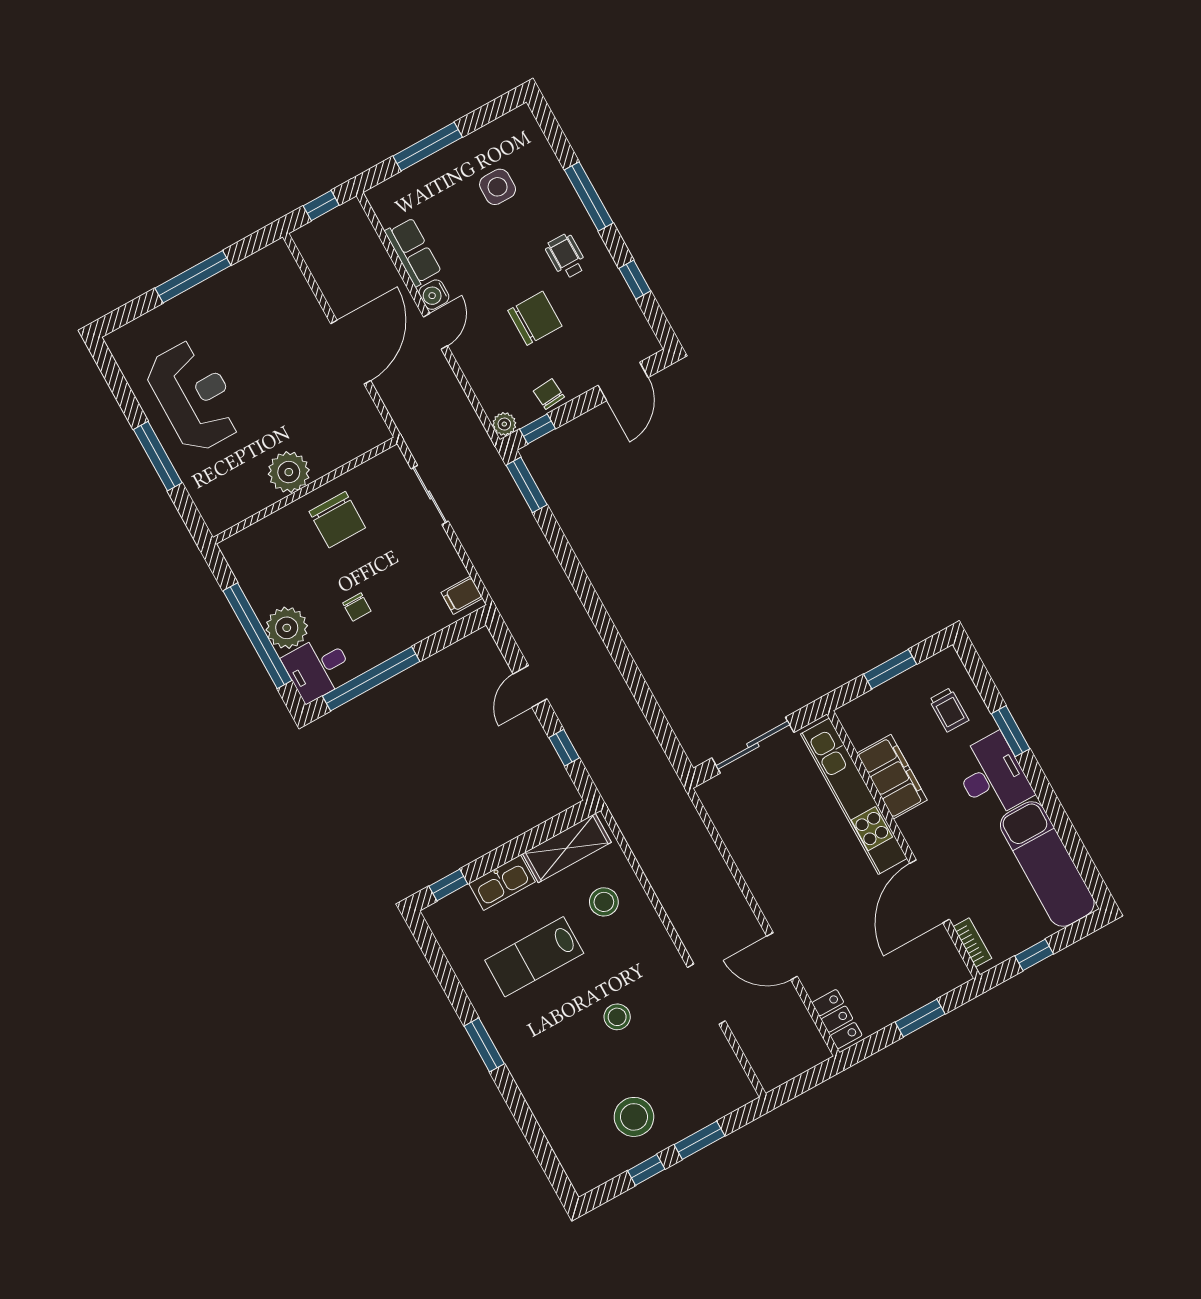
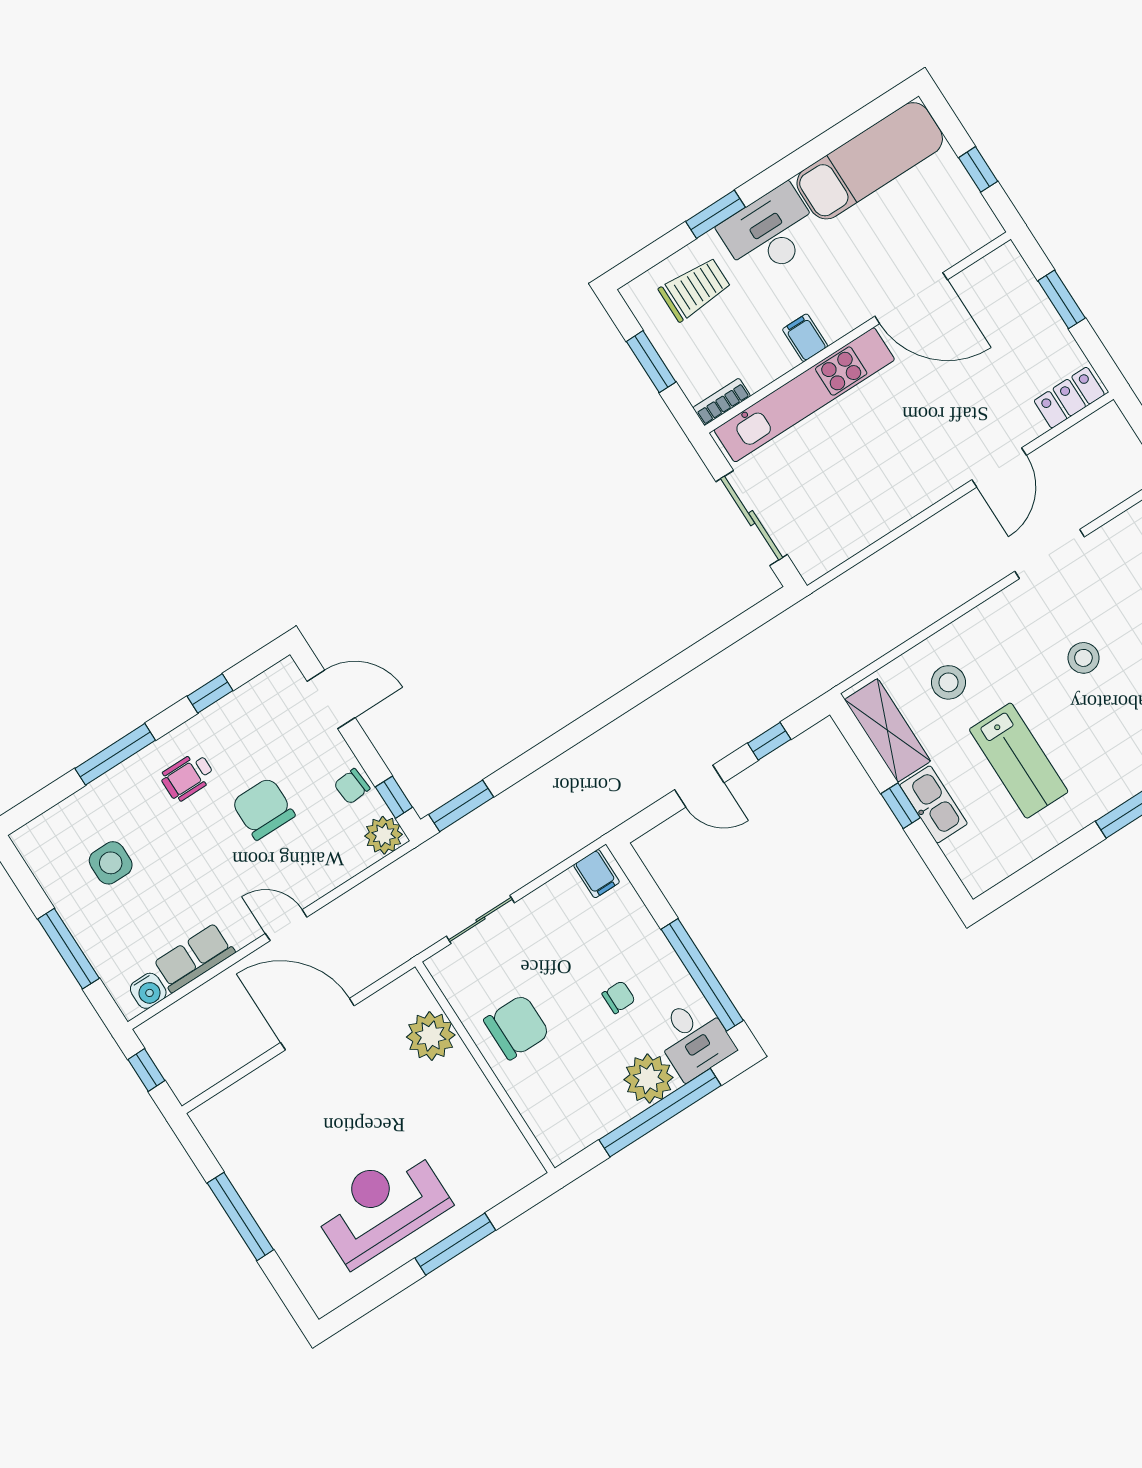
water cooler: (434, 295) -> (148, 991), moved
plant: (504, 424) -> (384, 835), width x1.38, depth x1.38
plant: (289, 472) -> (431, 1036), moved
trolley: (949, 710) -> (695, 289), width x1.36, depth x1.39
filing cabinet: (892, 777) -> (805, 338), width x0.33, depth x0.86
window: (448, 885) -> (901, 806), moved
bookcase: (972, 942) -> (722, 402), moved

